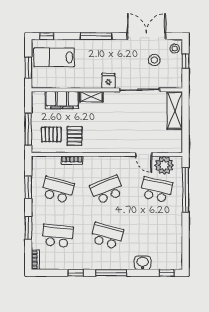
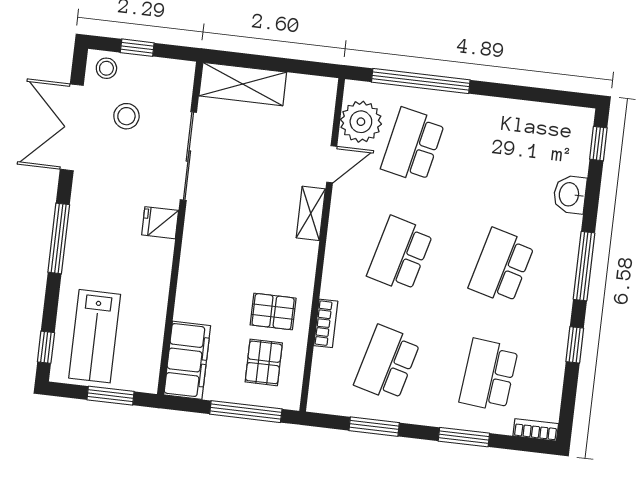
shelving: (91, 97) -> (311, 213), moved
filing cabinet: (62, 100) -> (187, 360), moved
school desk: (107, 190) -> (400, 254), turned 36

